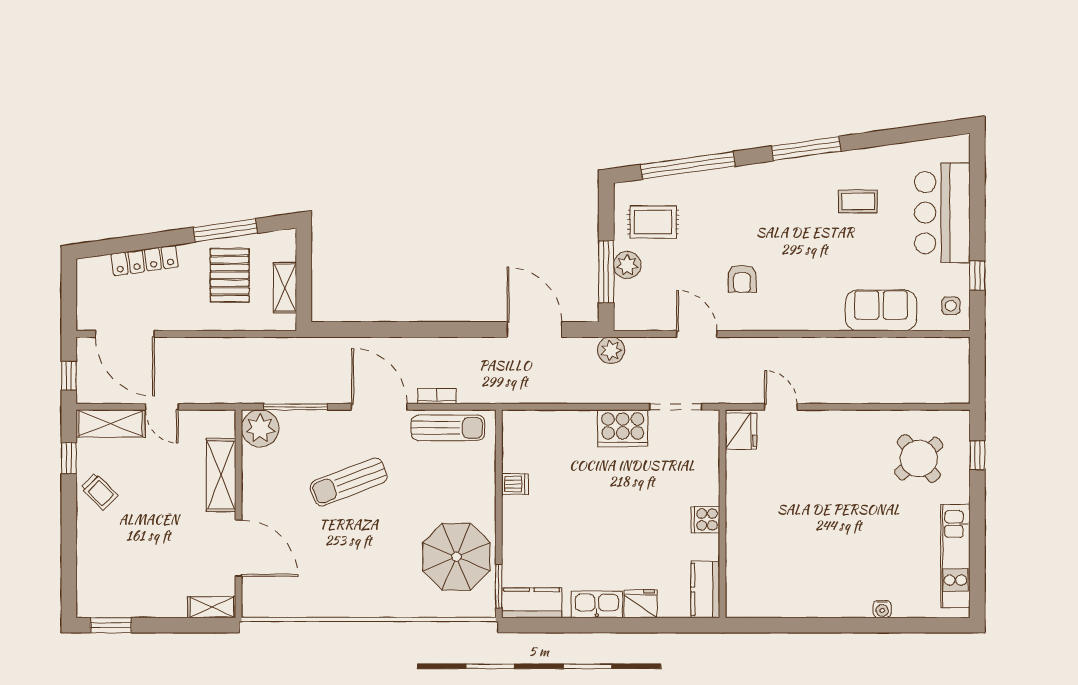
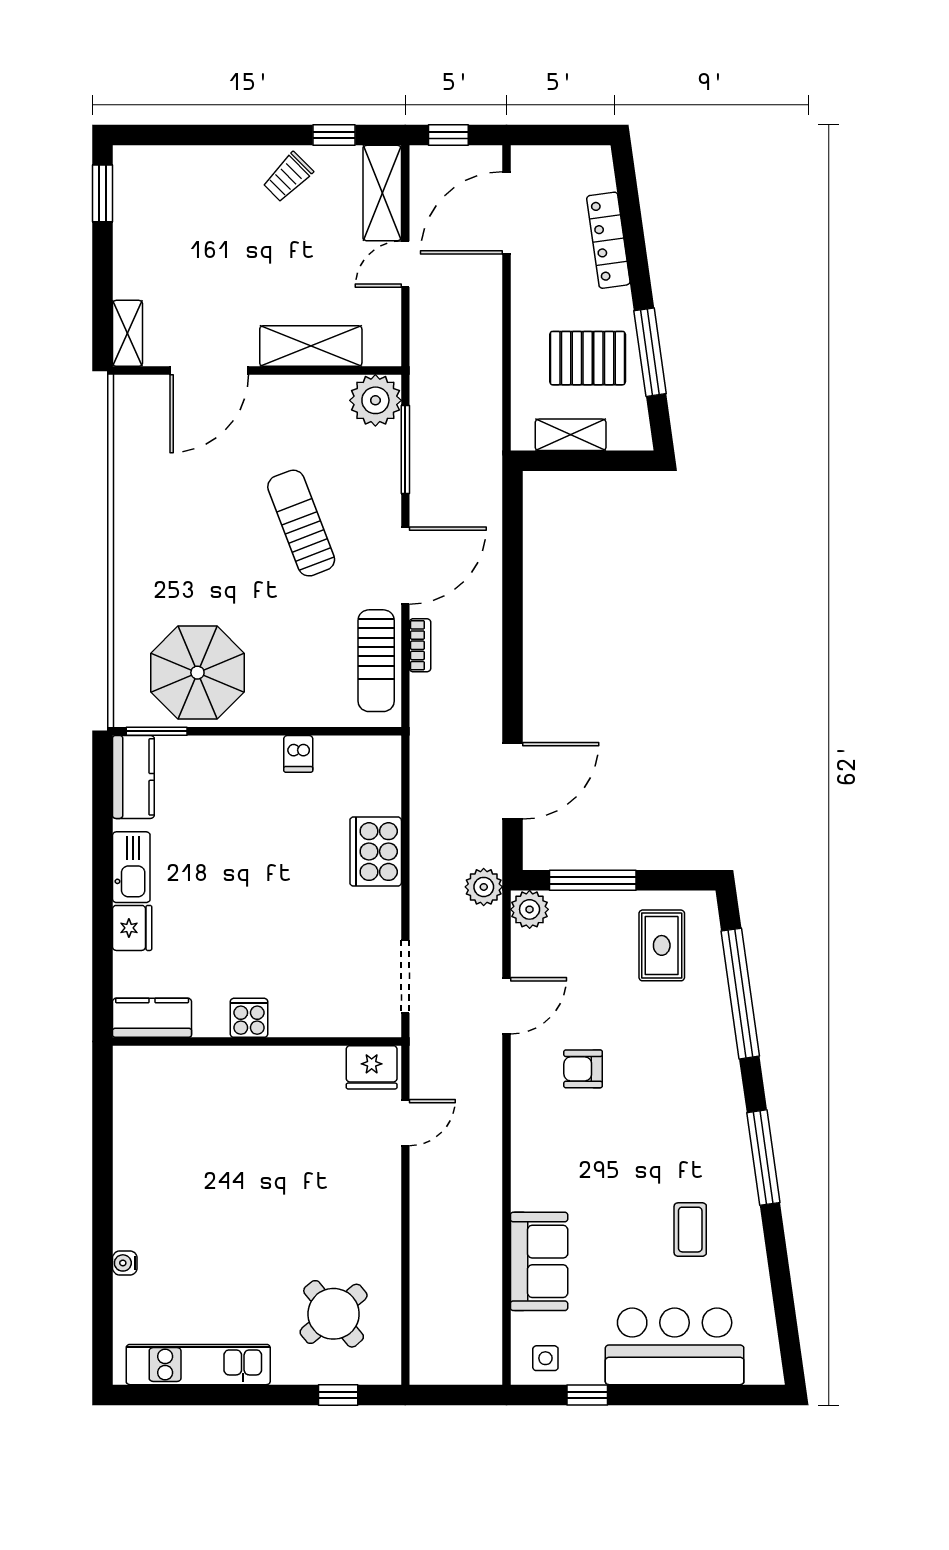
plant: (627, 265) -> (530, 909), moved
cooker: (623, 428) -> (376, 852), moved

